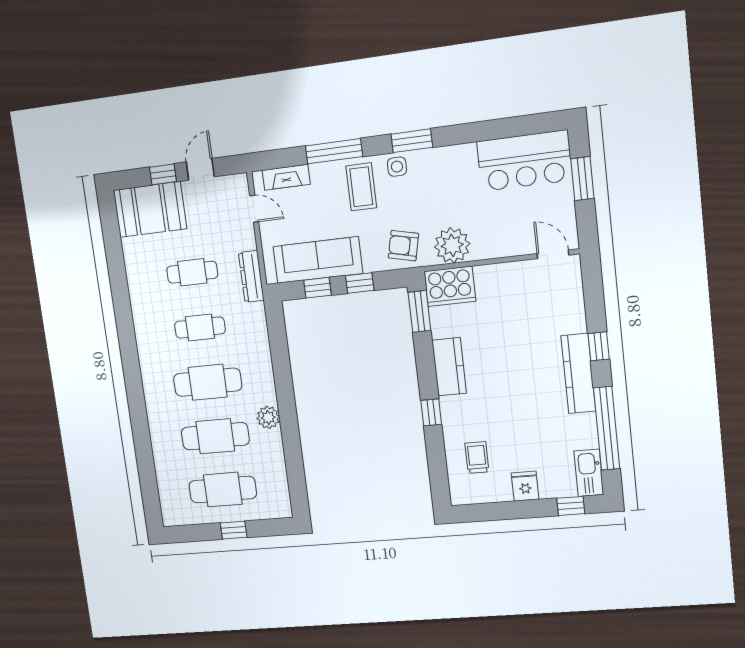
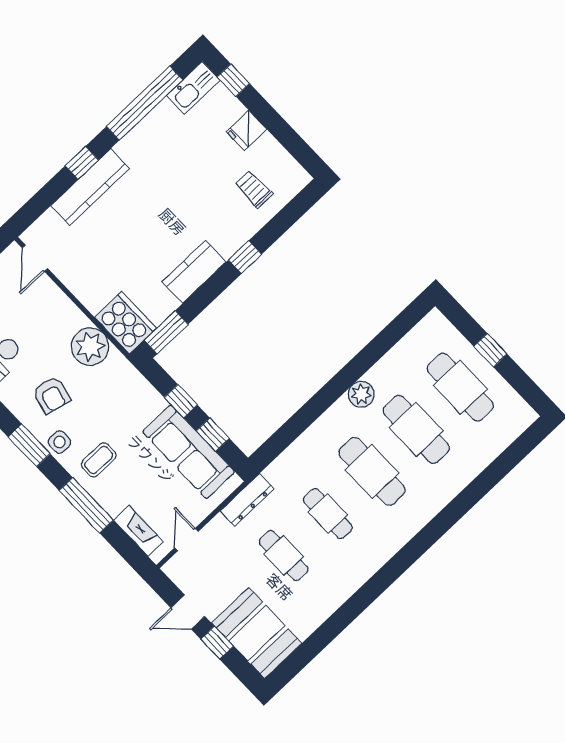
coffee table: (361, 187) -> (99, 460), width x0.73, depth x0.77
armchair: (403, 246) -> (51, 395), moved
kitchen counter: (578, 374) -> (90, 187), moved
trolley: (477, 457) -> (254, 189), turned 90

